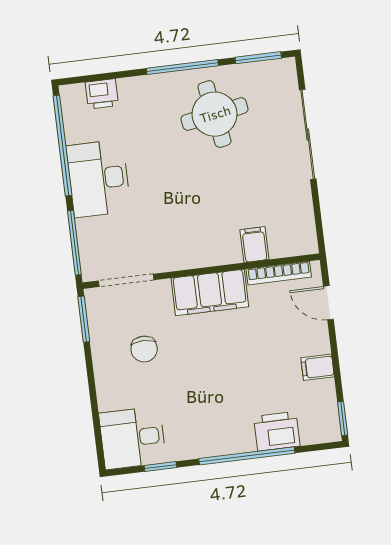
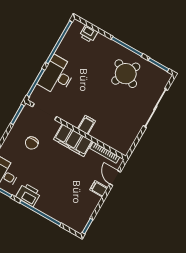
round table: (215, 114) -> (126, 74), turned 36
desk: (99, 178) -> (57, 76), moved
filing cabinet: (254, 245) -> (87, 125), moved
filing cabinet: (318, 367) -> (99, 189), moved
printer: (277, 431) -> (28, 195), moved

